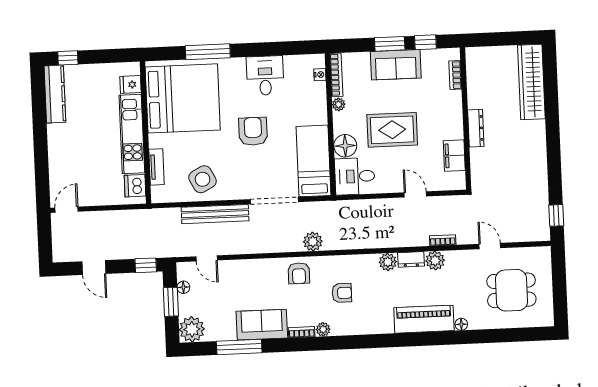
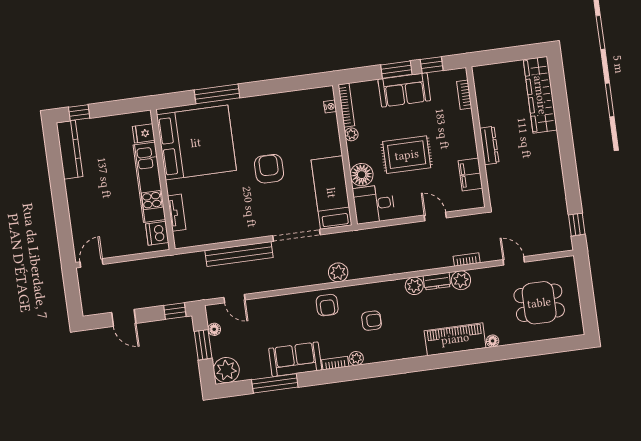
desk: (265, 76) -> (276, 112), removed
side table: (203, 179) -> (223, 221), removed

